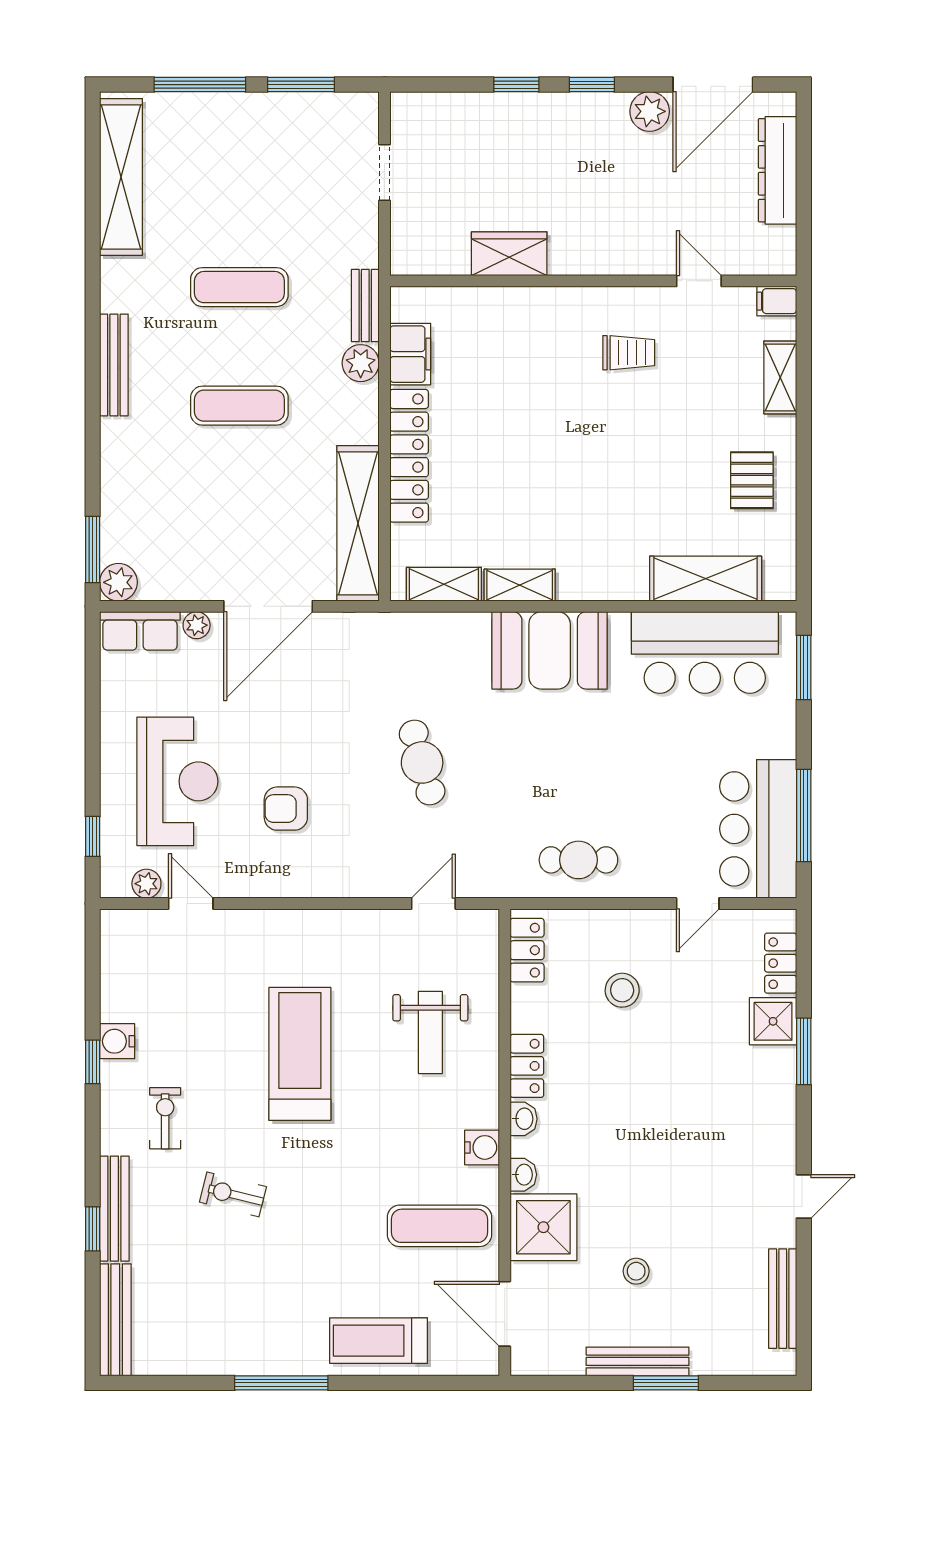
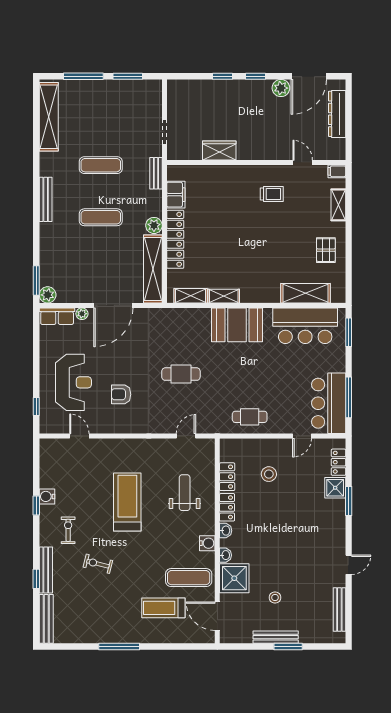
doorway: (384, 173) -> (164, 132), moved
plant: (361, 363) -> (154, 225), moved
cafe table: (422, 762) -> (181, 374), turned -74
plant: (146, 884) -> (60, 427), removed
locker: (527, 950) -> (227, 477), moved
weight bench: (430, 1032) -> (185, 493), turned 180
treadmill: (378, 1341) -> (163, 608), moved

